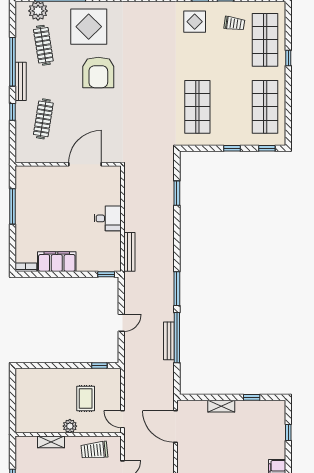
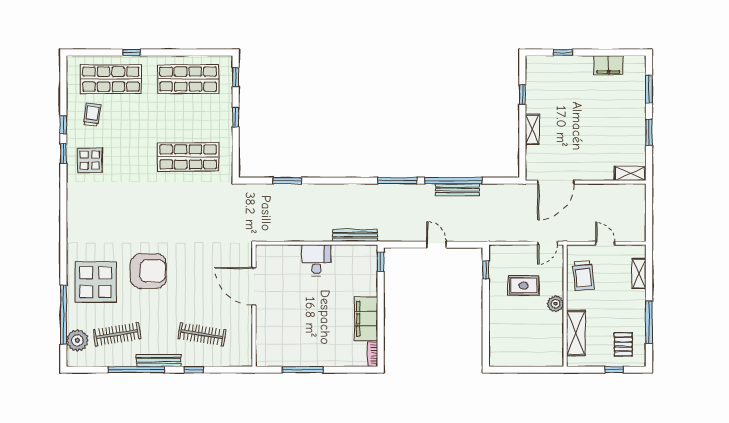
shelving: (51, 442) -> (576, 333), width x1.50, depth x1.33

